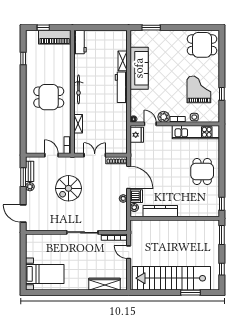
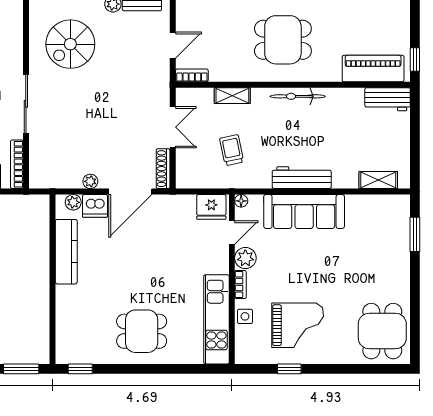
window: (43, 28) -> (415, 60), moved
piano: (55, 37) -> (373, 69), moved, turned 90
shelving: (123, 61) -> (378, 180), moved
sofa: (139, 68) -> (304, 211), moved
dining table: (49, 97) -> (283, 40), turned 90
trolley: (107, 124) -> (232, 150), added
spiral stairs: (68, 188) -> (70, 44), moved, turned -90

